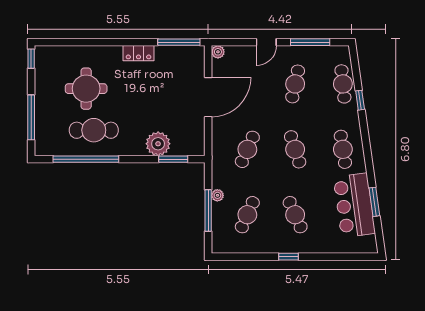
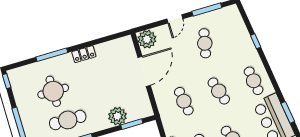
window: (179, 42) -> (52, 55), moved
plant: (218, 52) -> (147, 39), width x1.88, depth x1.88
cafe table: (343, 84) -> (240, 33), removed
cafe table: (247, 149) -> (184, 101), turned -33

